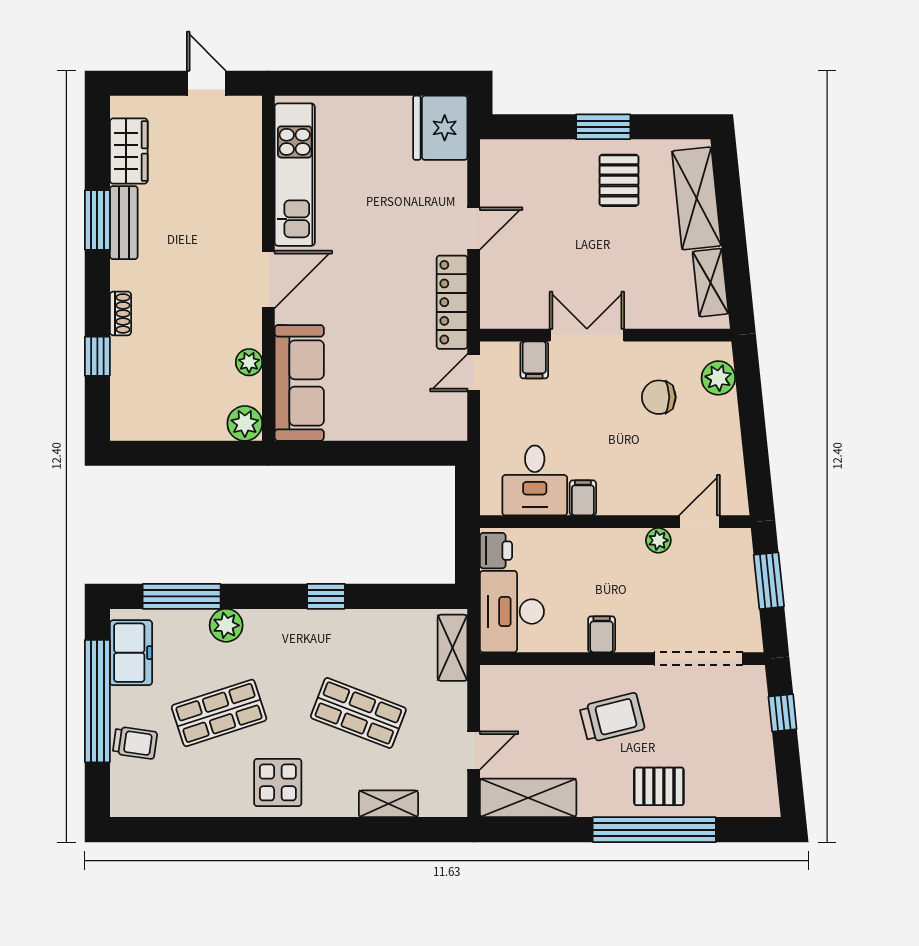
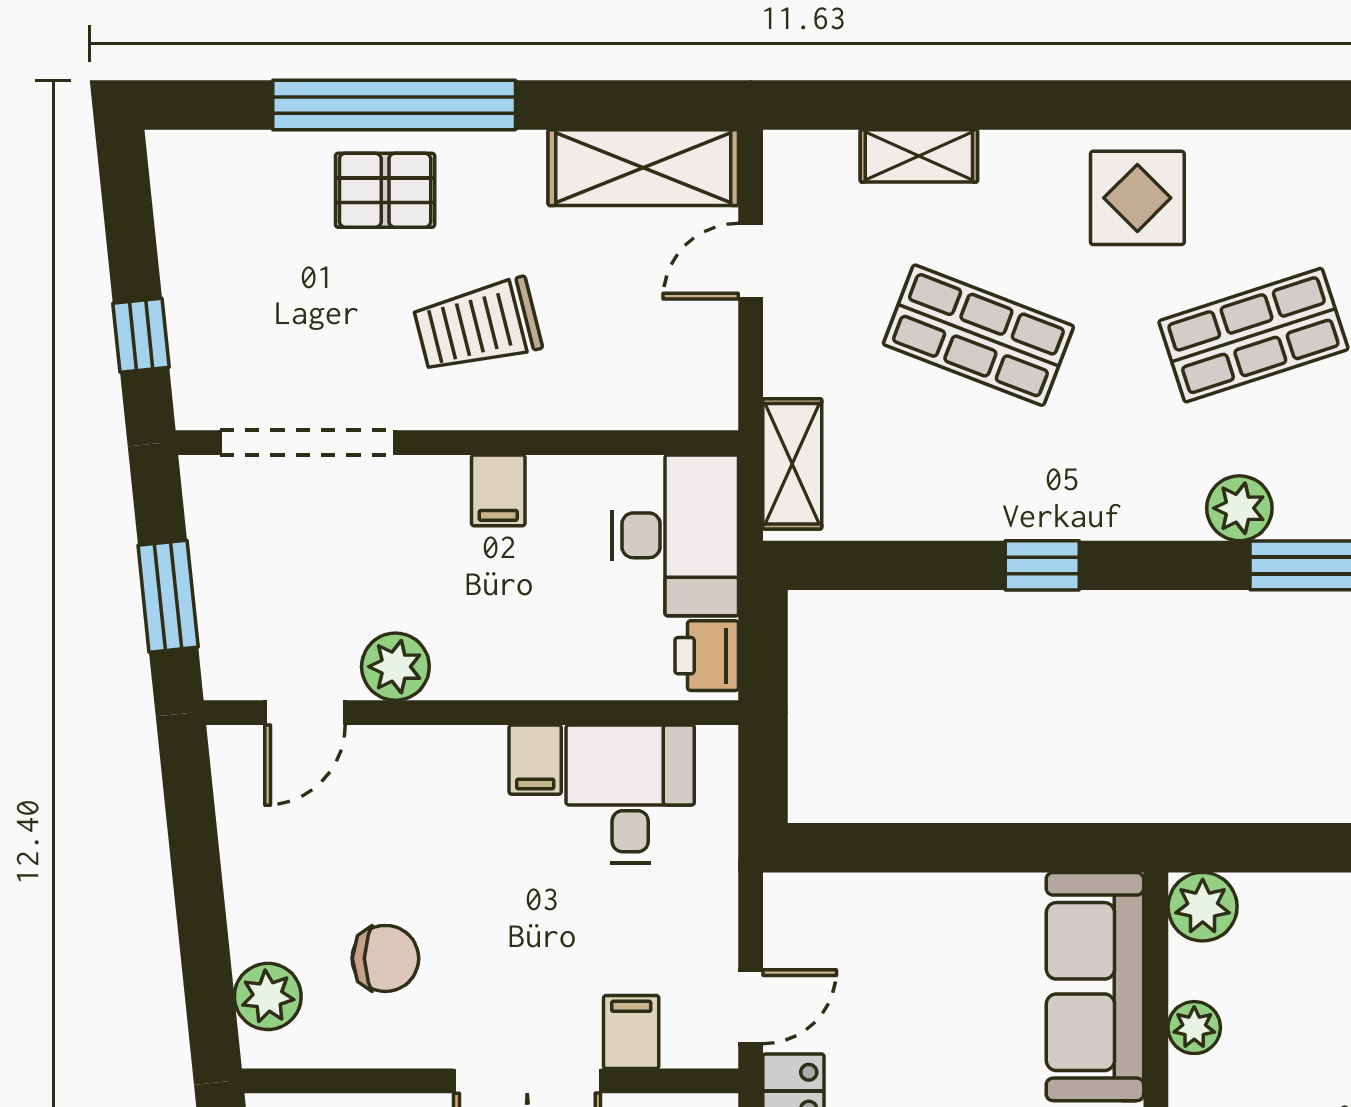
plant: (658, 540) -> (395, 667), width x1.38, depth x1.38

